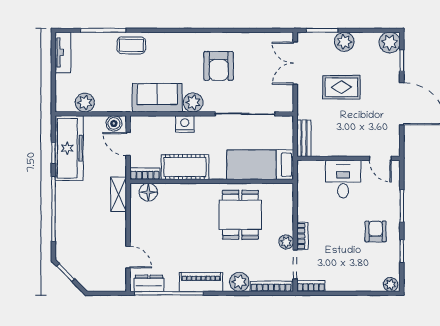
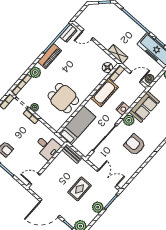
desk: (343, 179) -> (47, 147), moved

